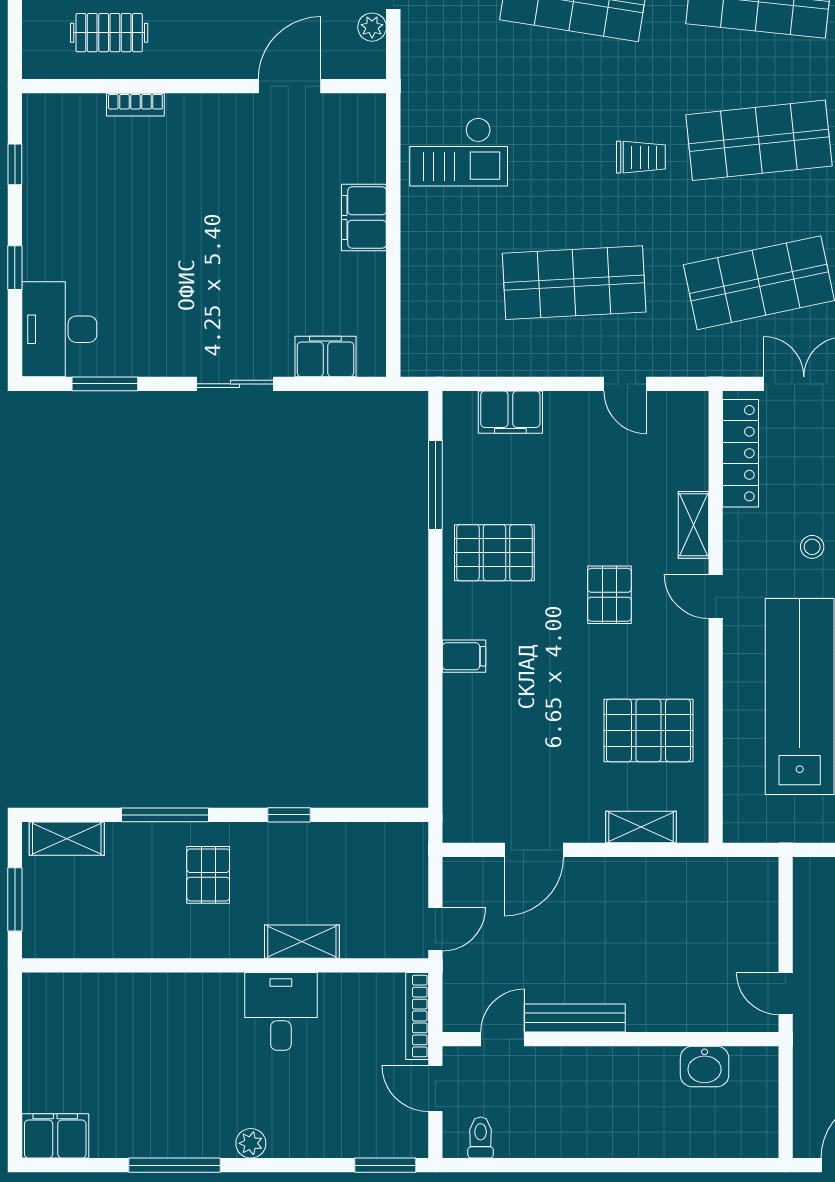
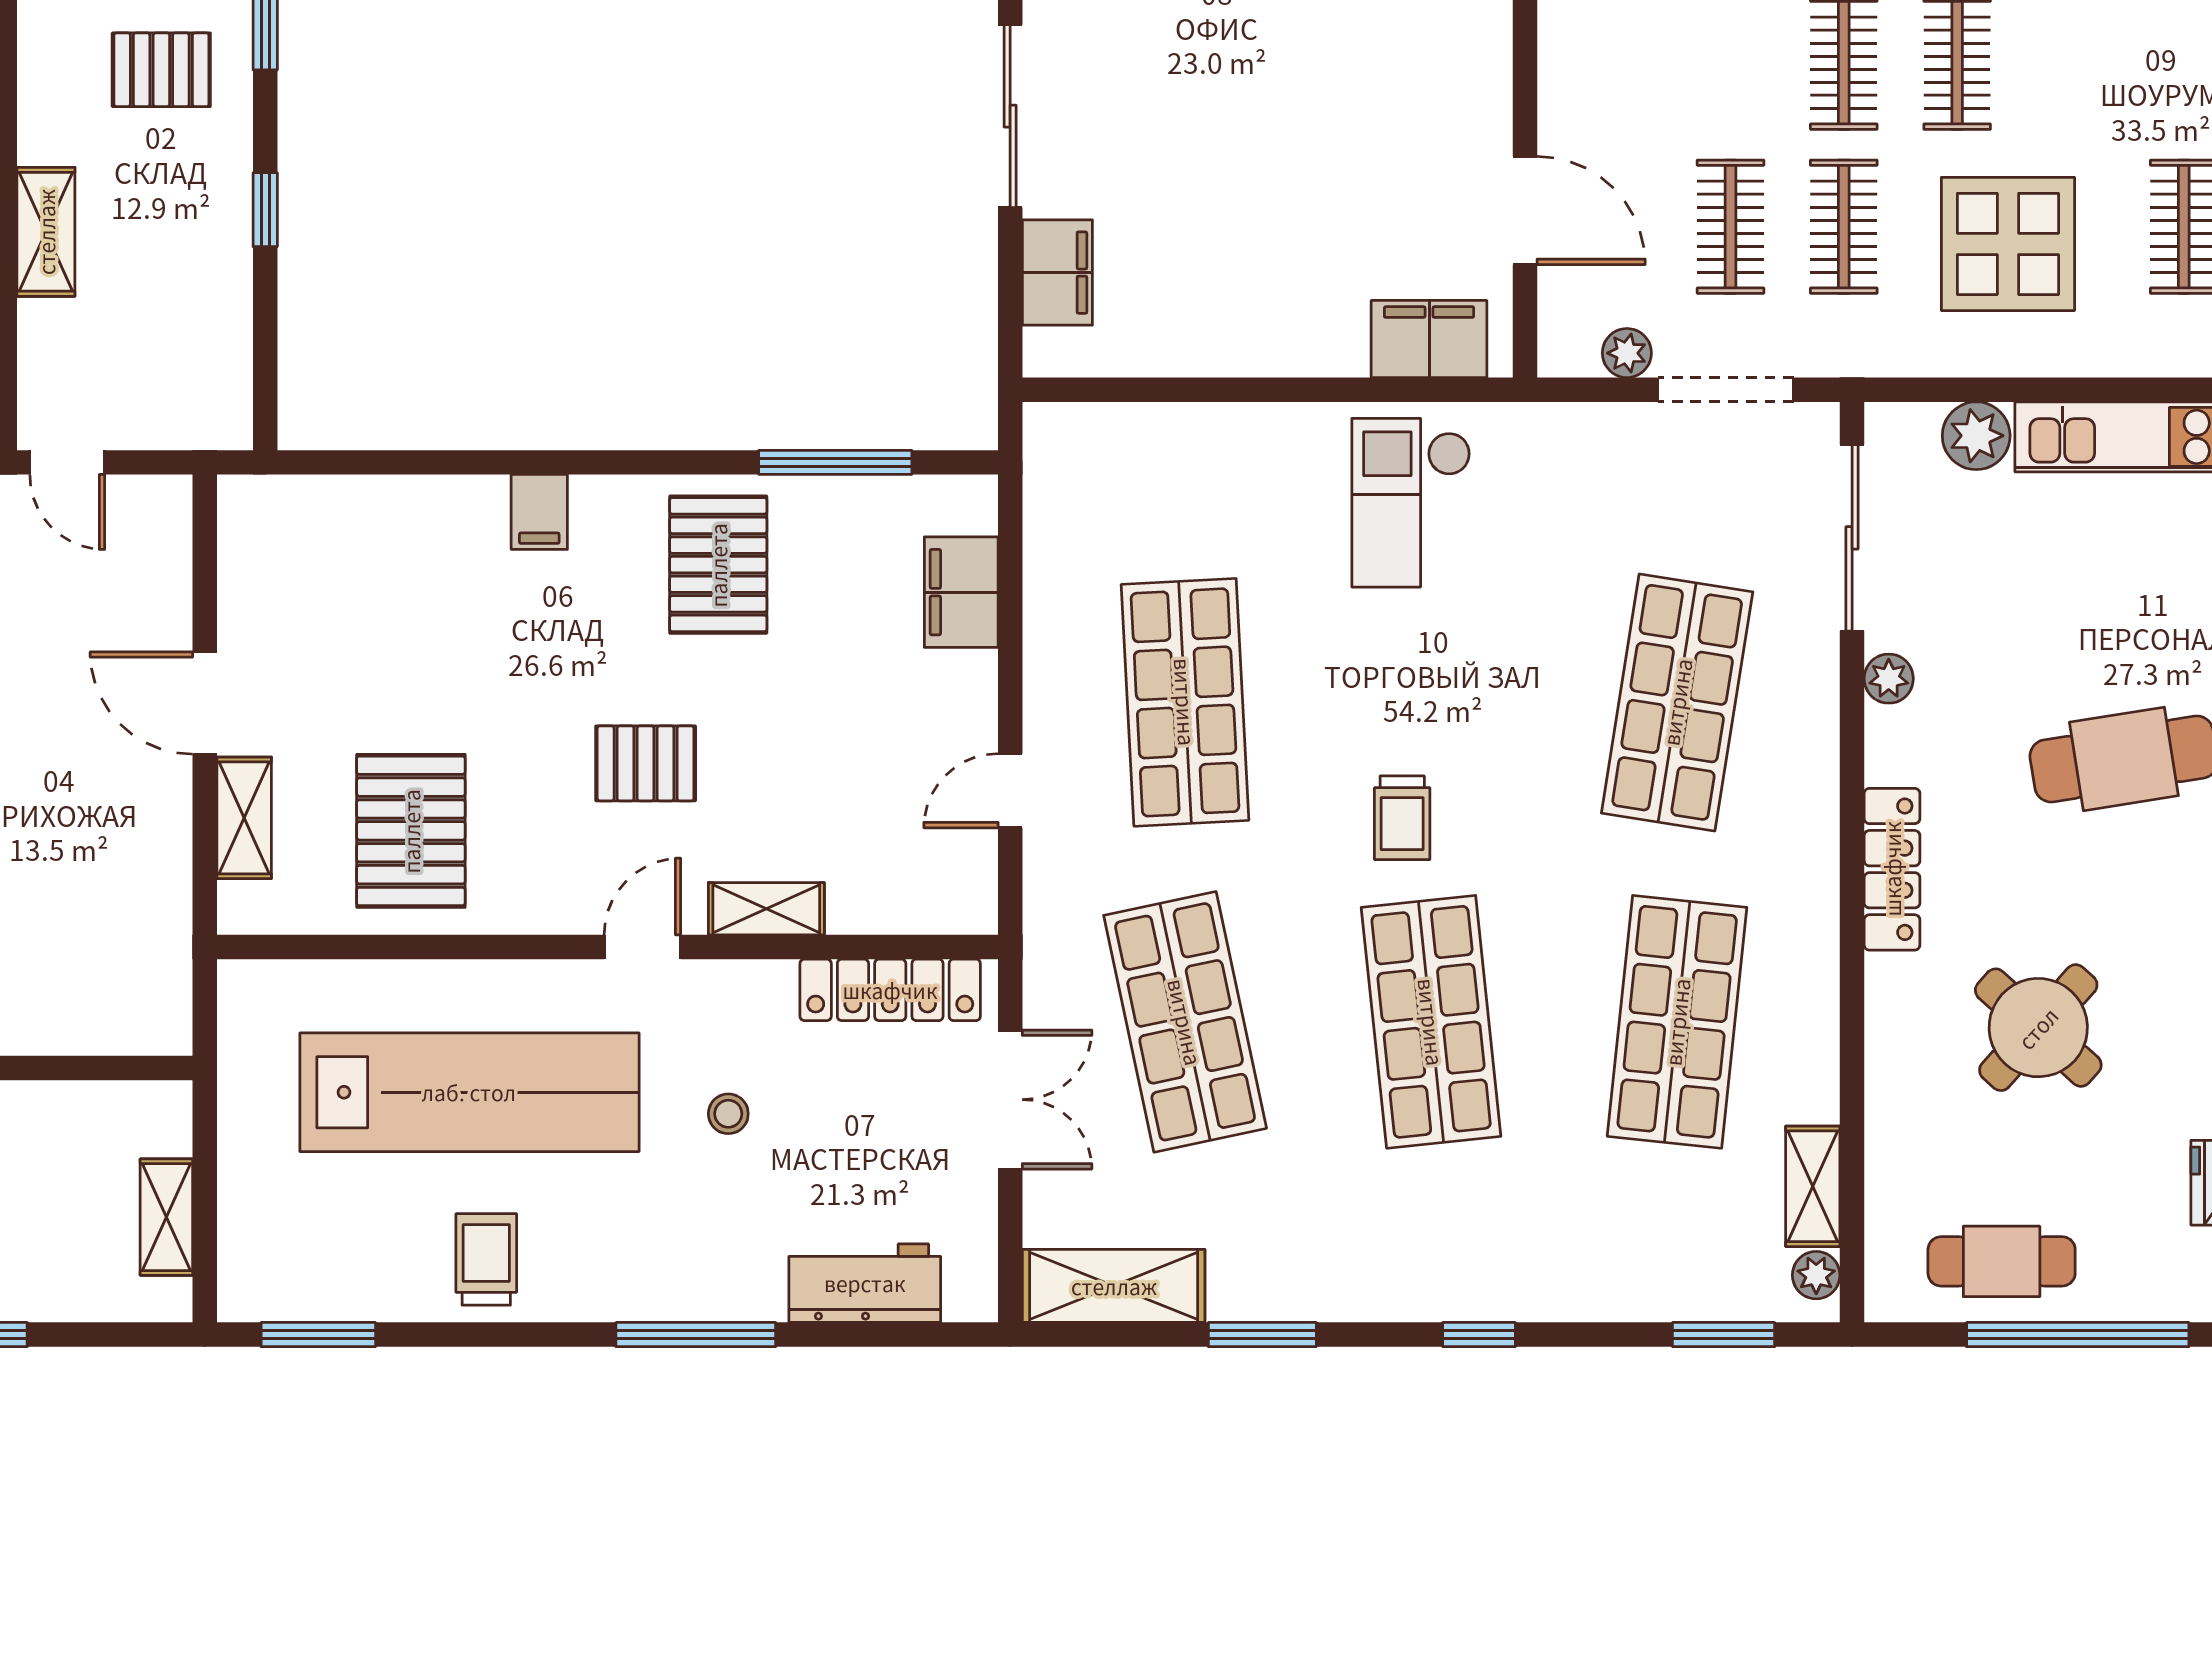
filing cabinet: (364, 217) -> (1429, 339), moved
sliding door: (235, 384) -> (1010, 116), width x1.37
door: (534, 850) -> (205, 703), moved

